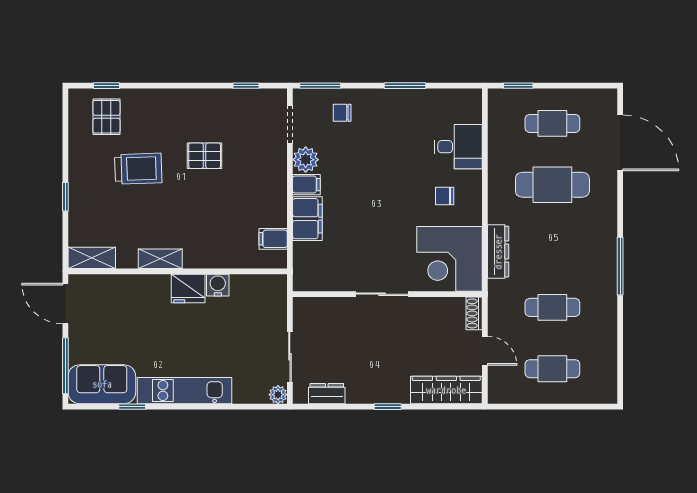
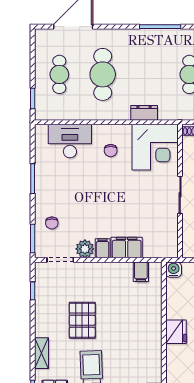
desk: (458, 147) -> (70, 141), width x1.37
pallet: (205, 156) -> (82, 320), width x1.50, depth x1.42
dresser: (498, 252) -> (144, 113), width x0.70
shelving: (160, 259) -> (41, 353), moved
water cooler: (218, 285) -> (174, 270), moved, turned 90

